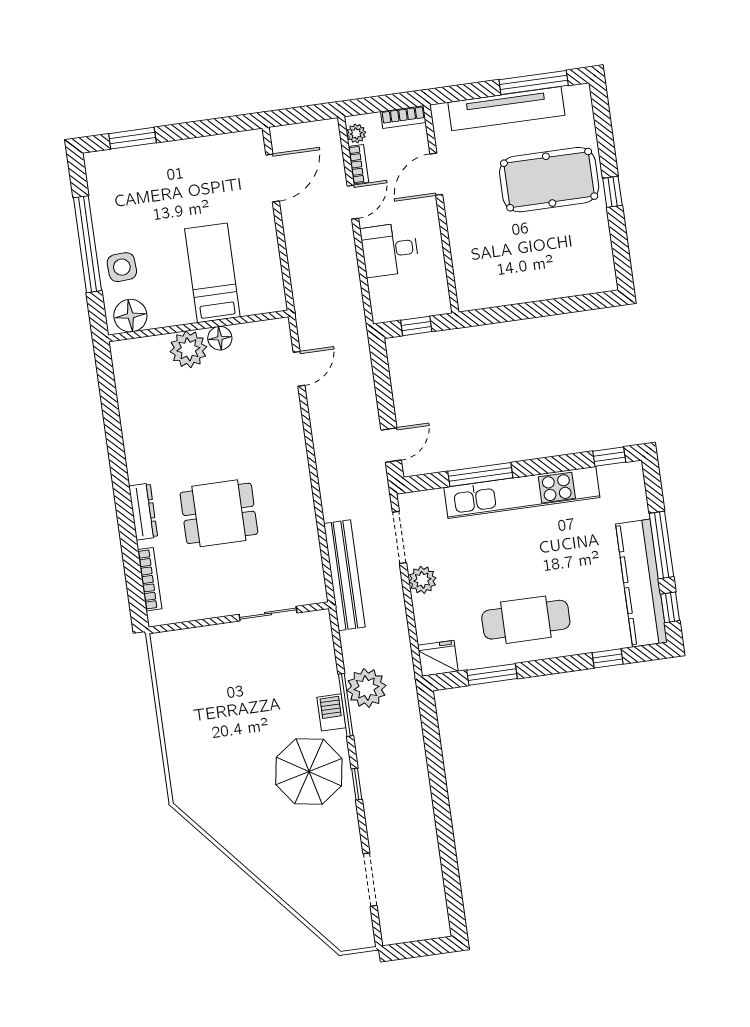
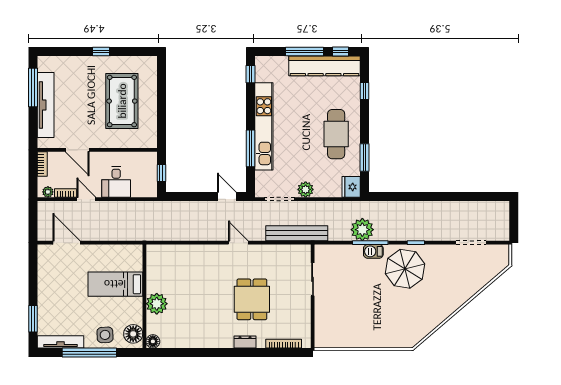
pool table: (549, 180) -> (122, 101), moved
tv unit: (99, 192) -> (61, 342), added
floor lamp: (220, 338) -> (153, 341), moved
door: (299, 369) -> (238, 243), moved
dresser: (143, 512) -> (245, 342), width x0.70

